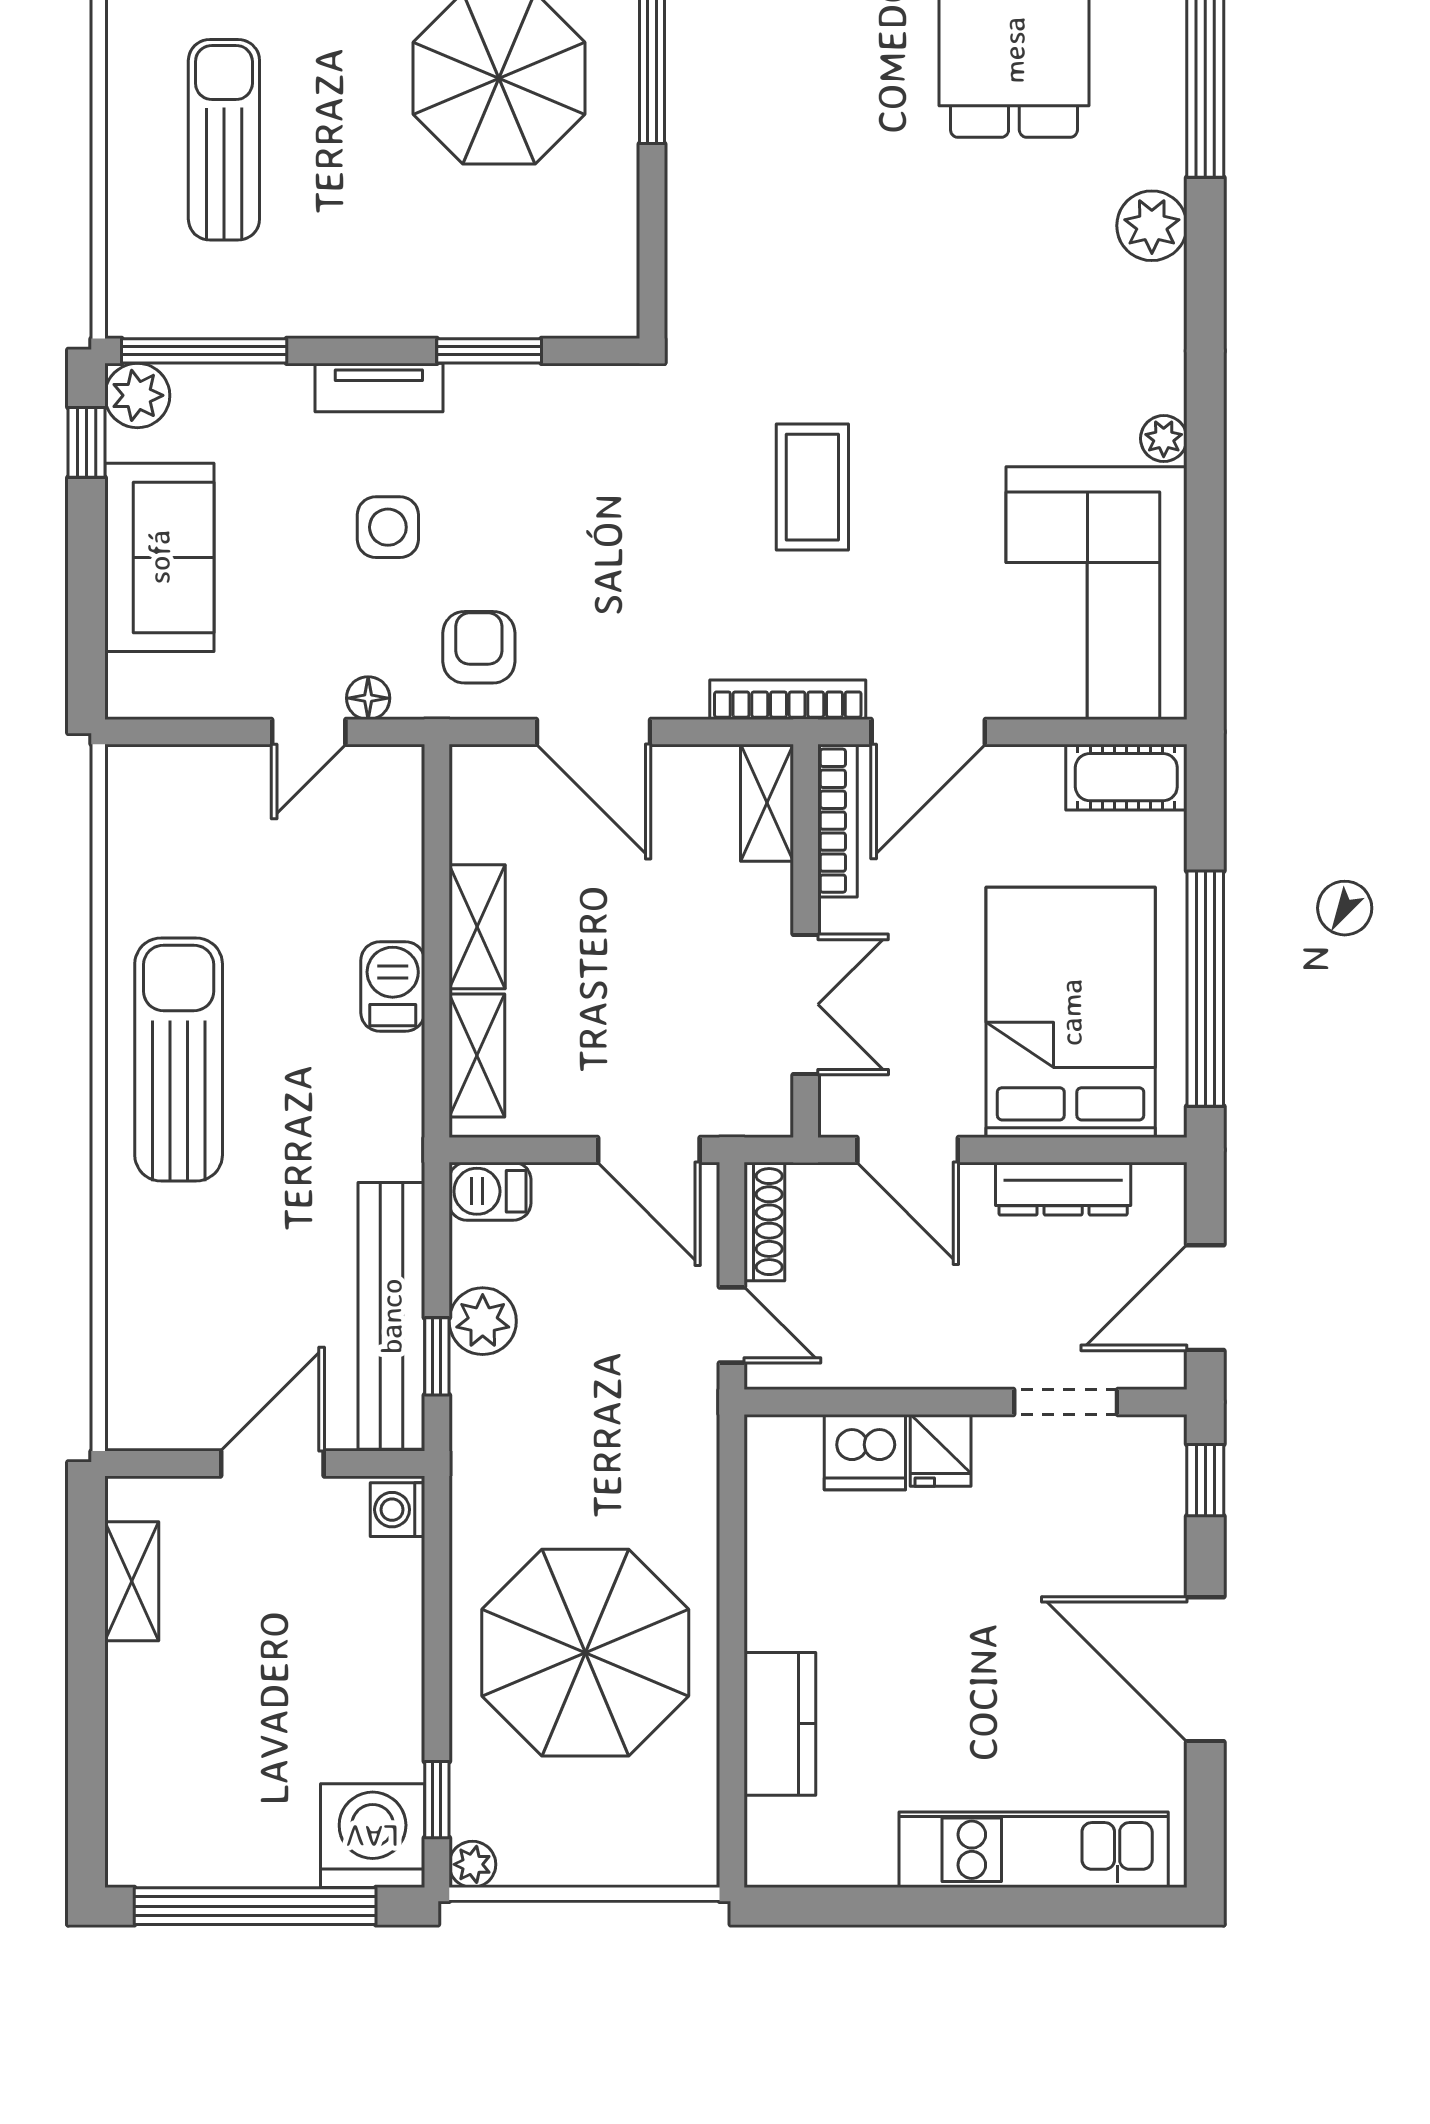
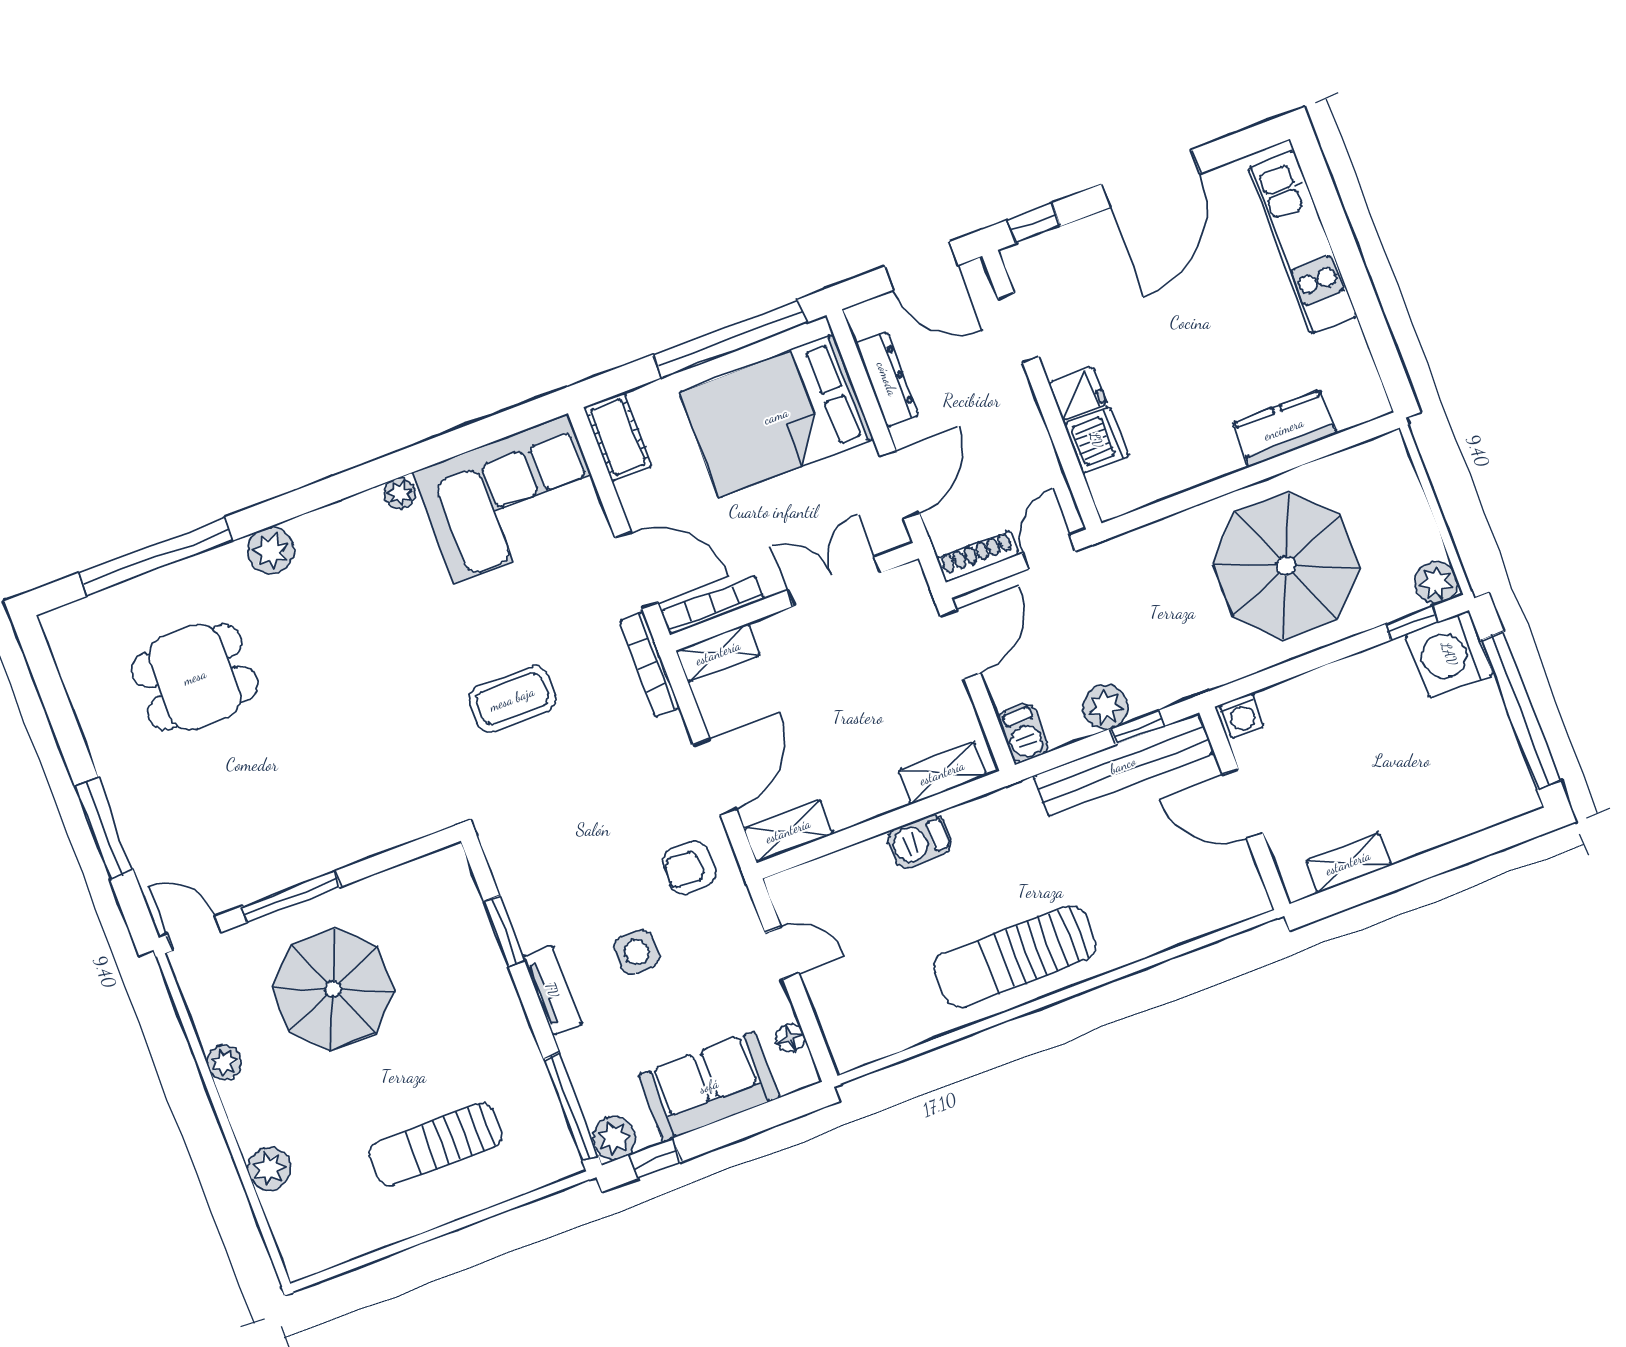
floor lamp: (368, 698) -> (790, 1038), moved
shelving: (477, 927) -> (788, 831), moved
plant: (472, 1864) -> (1436, 583), width x1.38, depth x1.38

